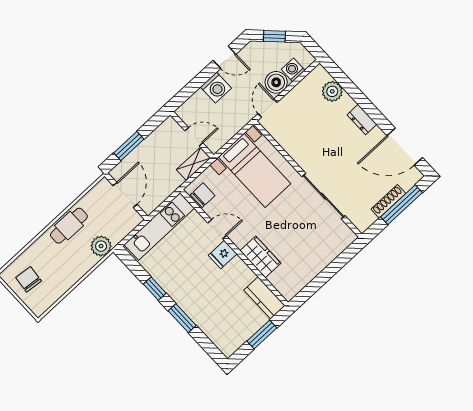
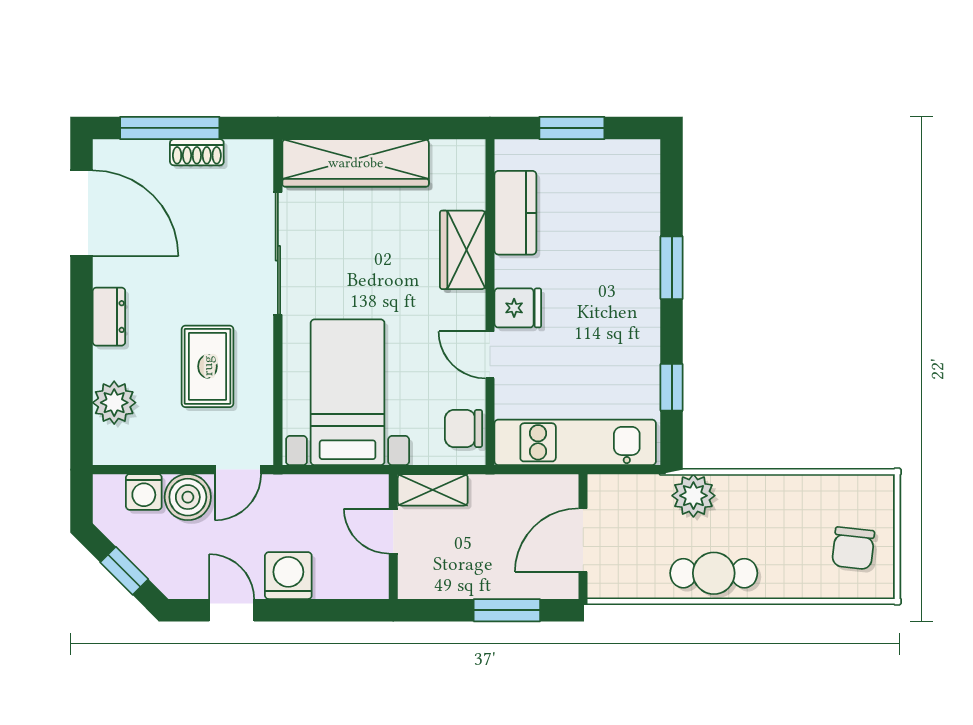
rug: (312, 134) -> (208, 366), added
shoe rack: (388, 201) -> (197, 152), width x0.70
wardrobe: (326, 253) -> (356, 163), added
window: (155, 289) -> (672, 387), moved
kitchen counter: (264, 298) -> (515, 213), moved

